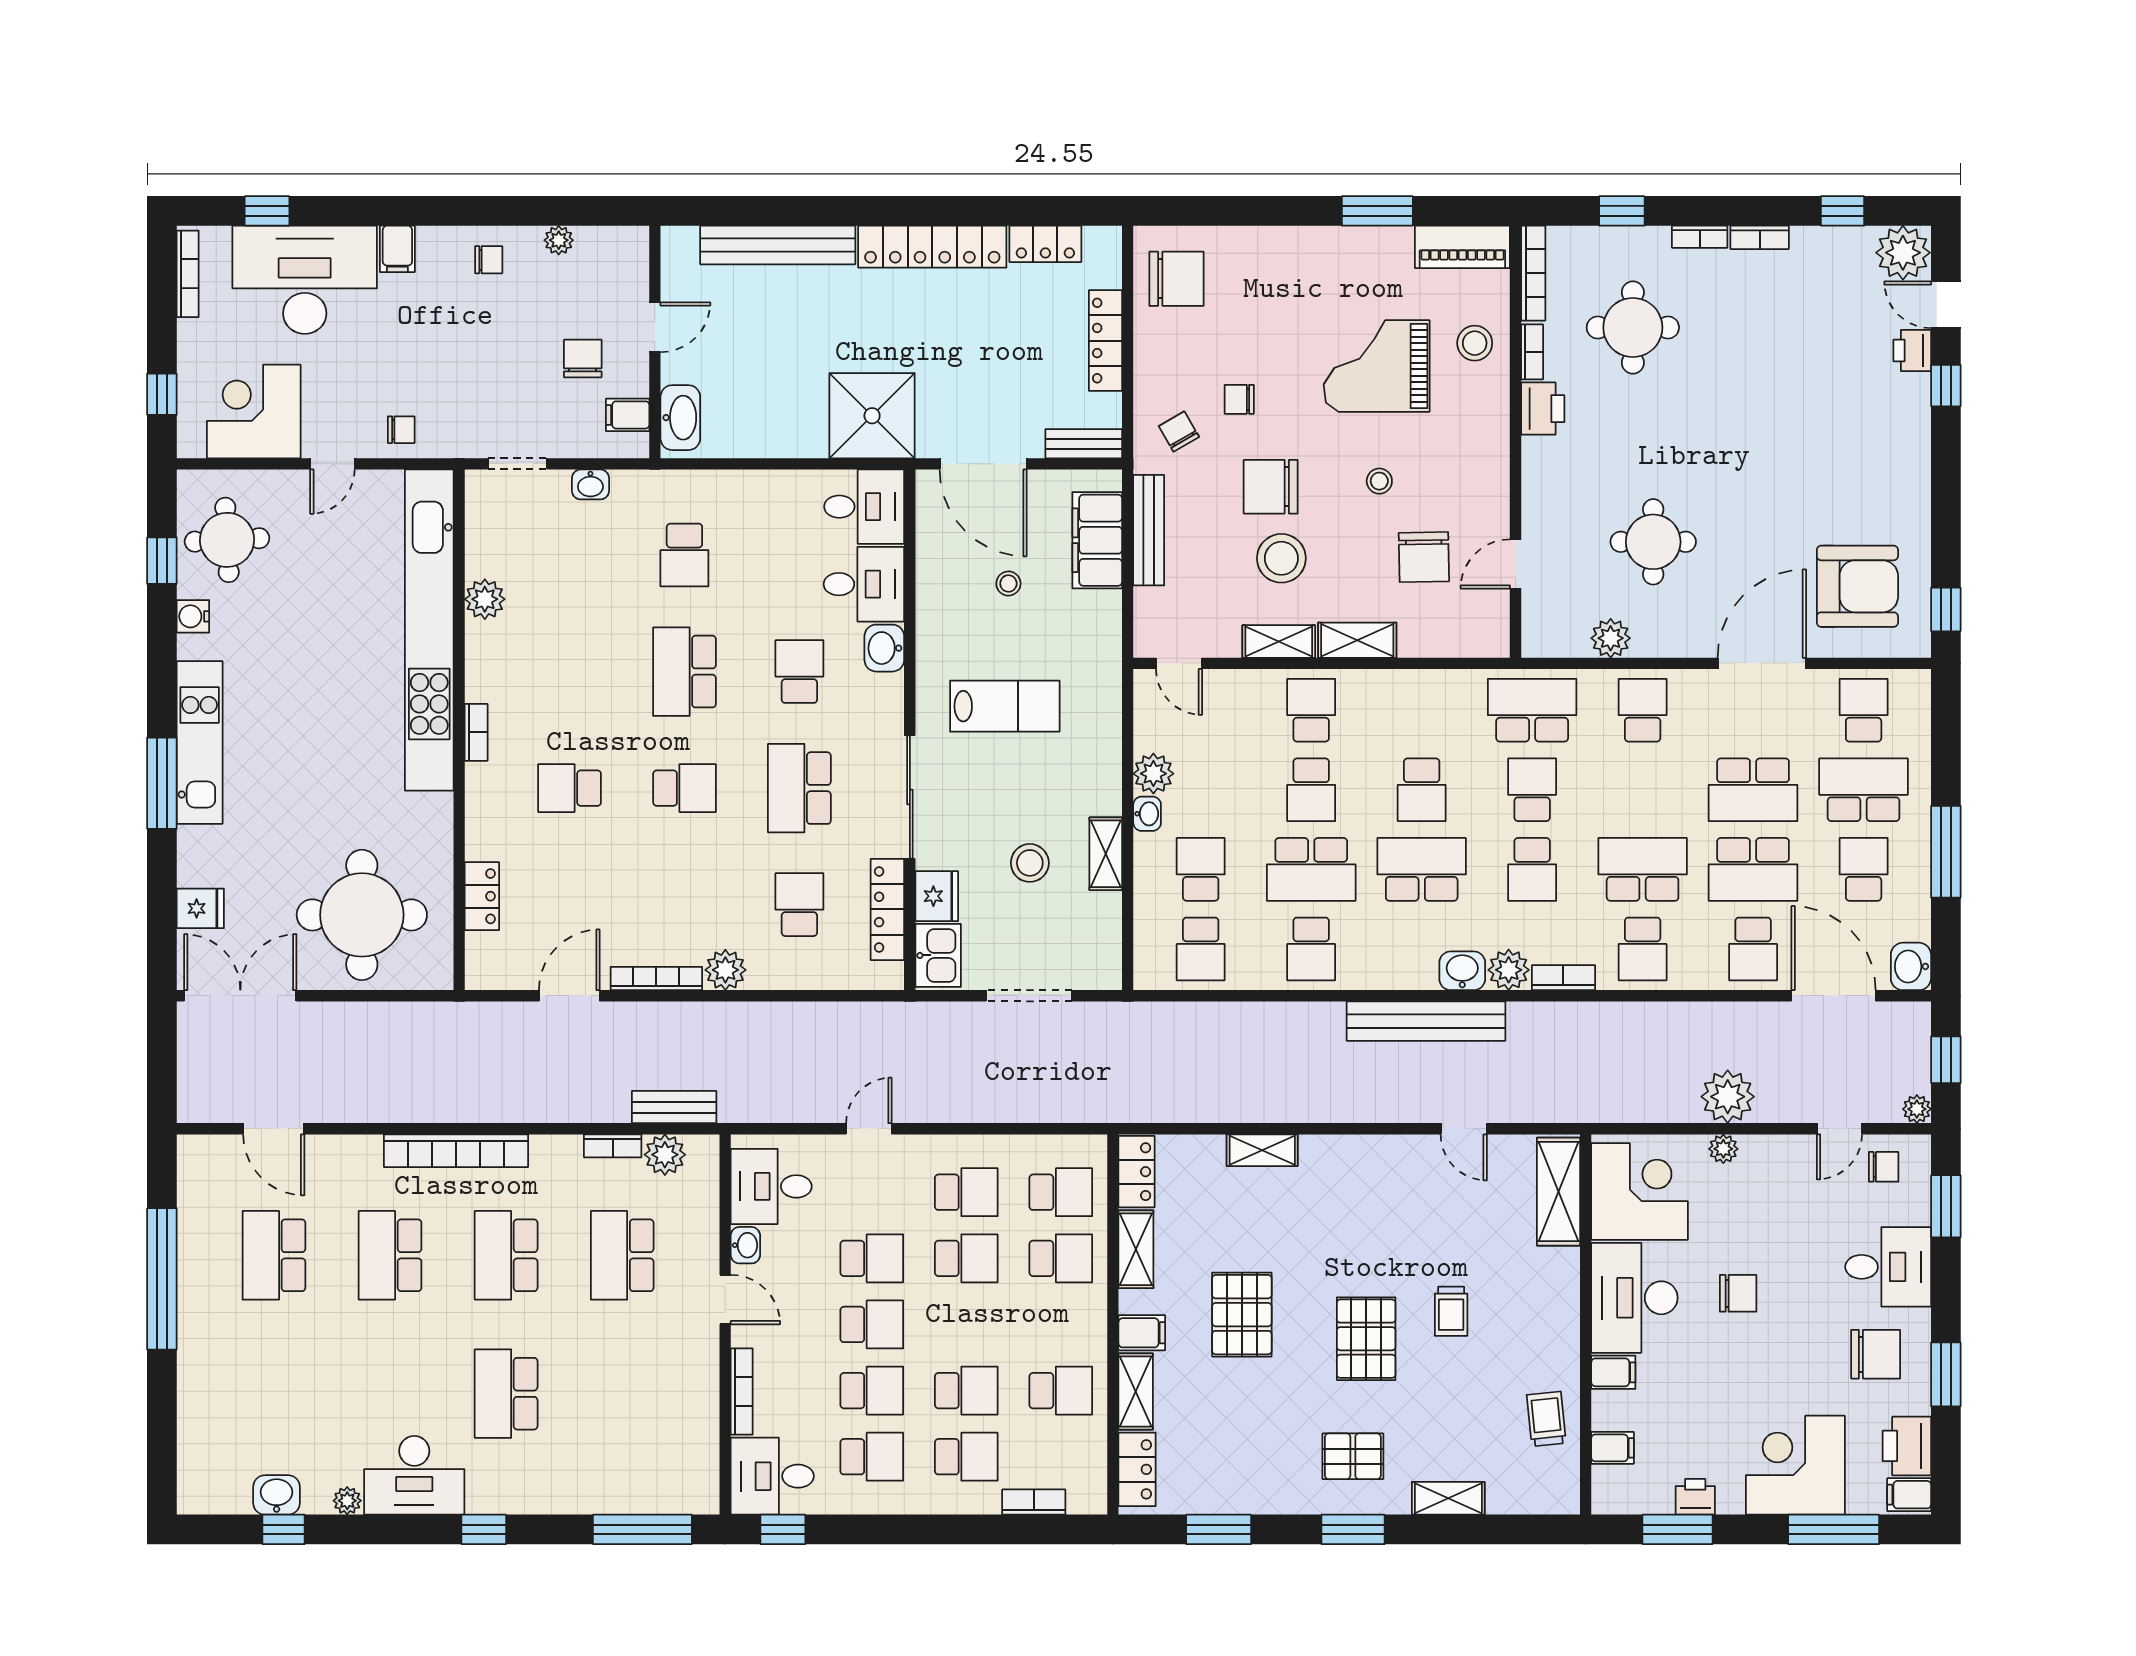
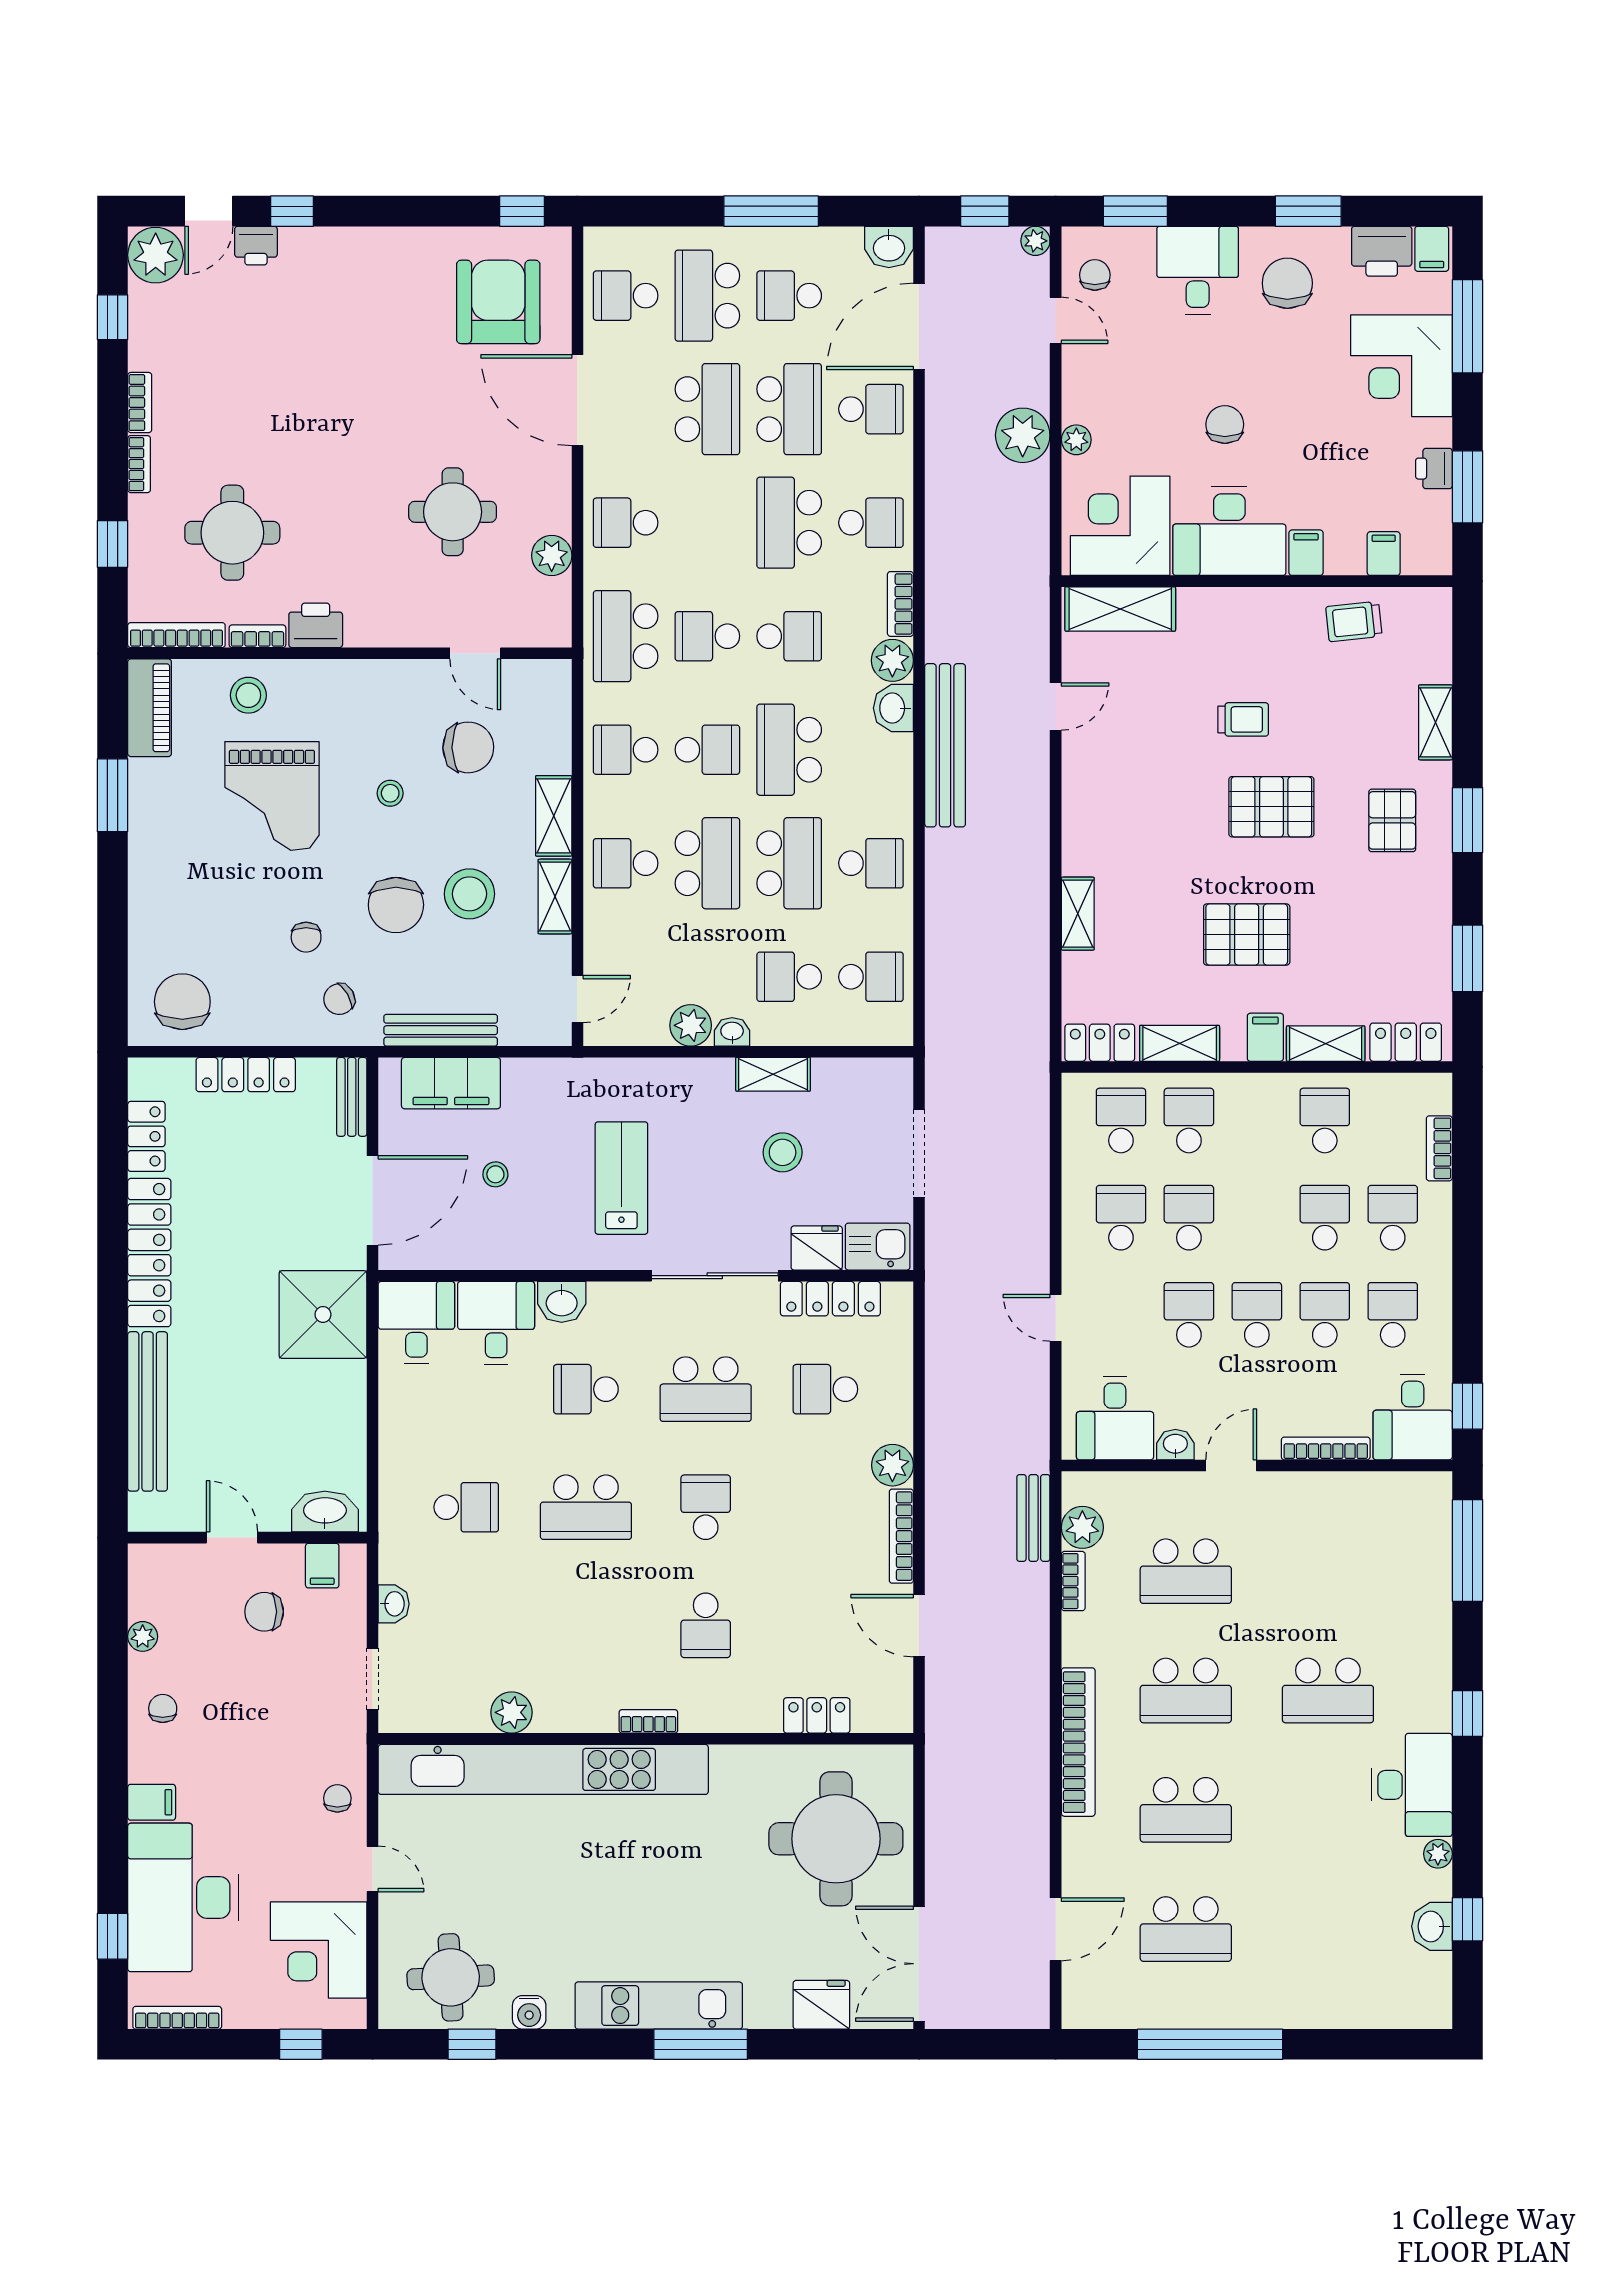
school desk: (1422, 710) -> (626, 750), added
school desk: (1311, 790) -> (707, 863), width x1.85
fridge: (200, 908) -> (821, 2005), width x1.38

